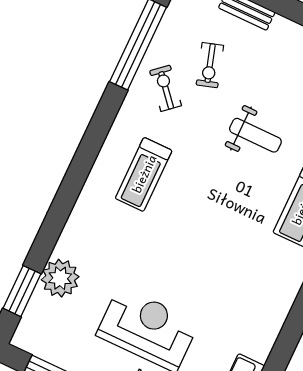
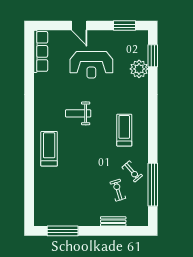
weight bench: (255, 135) -> (78, 113), moved

